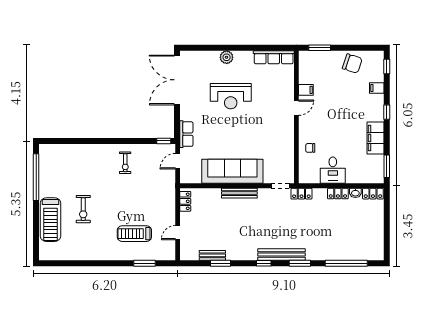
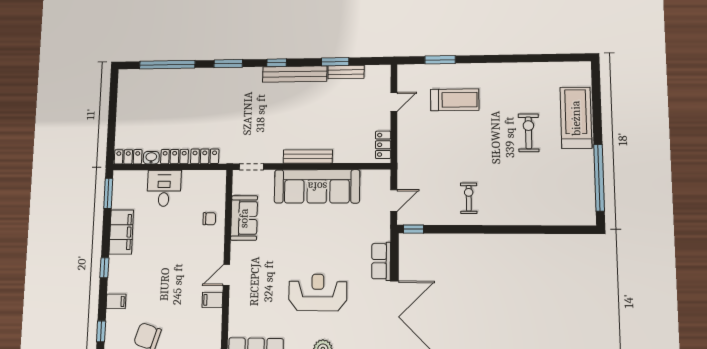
row of seats: (186, 134) -> (381, 261), moved
sofa: (285, 149) -> (244, 218), added
desk: (333, 170) -> (164, 188), moved
locker: (301, 194) -> (205, 156), moved
bench: (281, 254) -> (295, 74), moved

